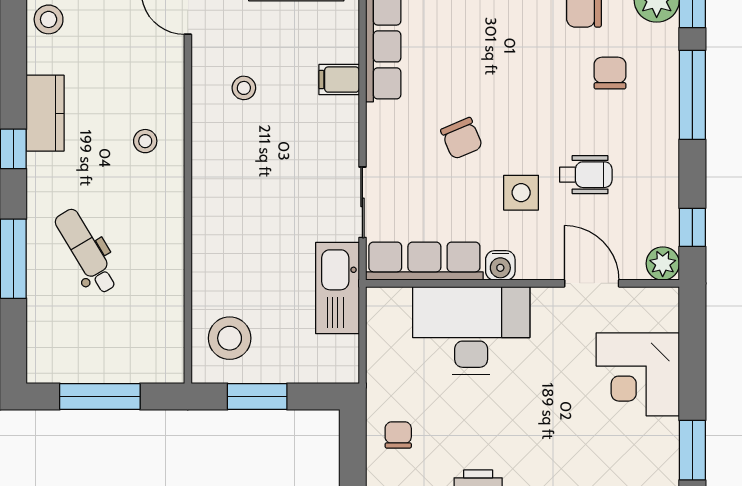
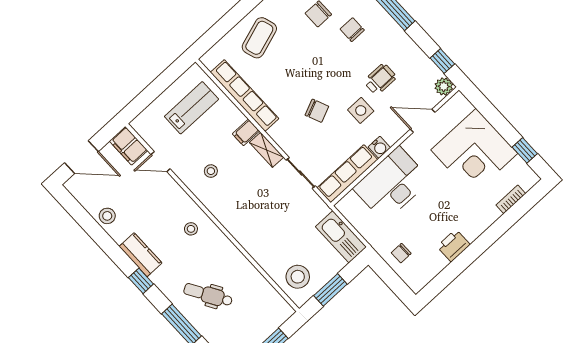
shelving: (345, 129) -> (267, 150), added
kitchen sink: (337, 288) -> (341, 237), moved
corner desk: (638, 374) -> (474, 152), width x1.36, depth x1.36
chair: (398, 435) -> (401, 253), turned -90
window: (692, 450) -> (525, 150), width x0.67

